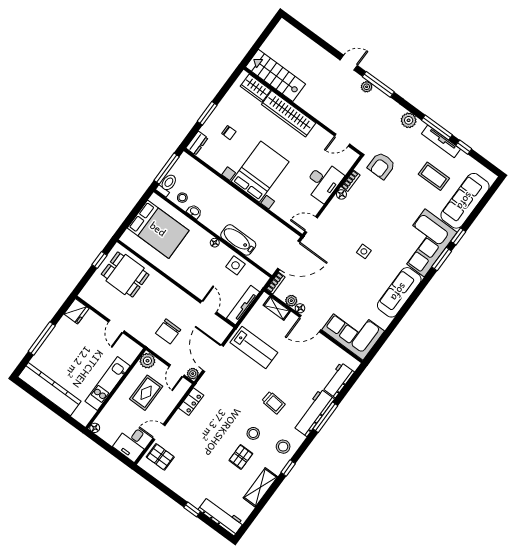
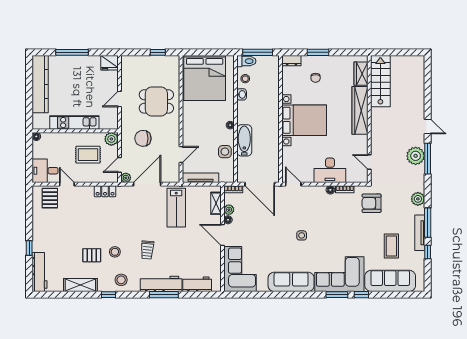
plant: (367, 87) -> (416, 156), width x1.88, depth x1.88
bed: (158, 229) -> (205, 78), width x1.36
dining table: (125, 274) -> (156, 101), moved, turned 90

